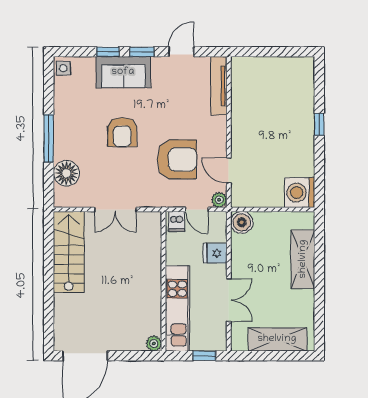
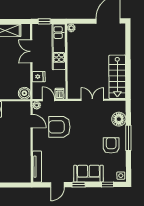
window: (108, 52) -> (107, 184), moved
armchair: (122, 132) -> (111, 145), moved

